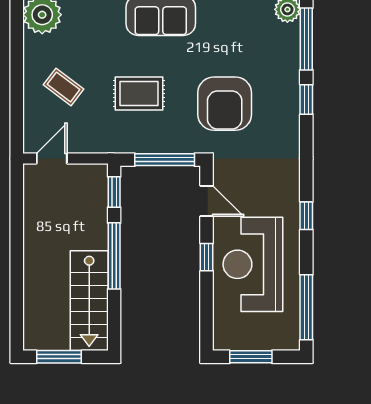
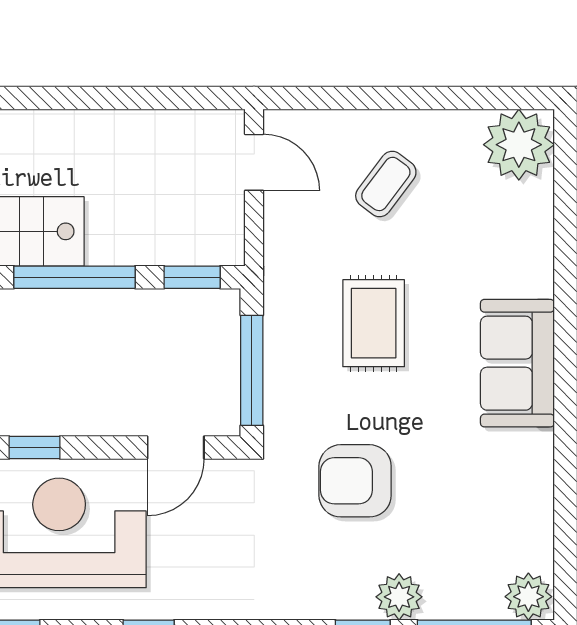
plant: (288, 80) -> (399, 597), added
armchair: (225, 104) -> (355, 481), width x0.73, depth x0.73
window: (207, 257) -> (35, 448), moved

